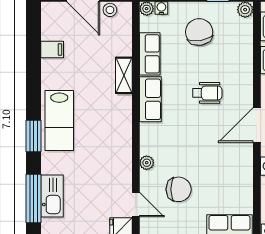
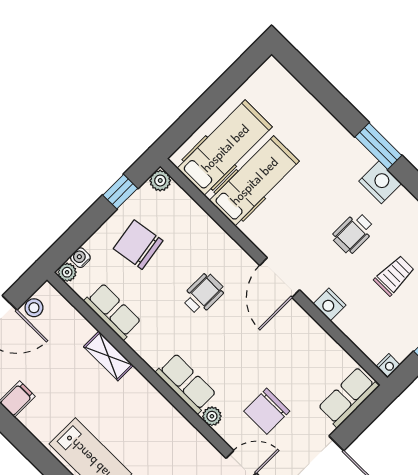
row of seats: (150, 99) -> (186, 384), moved
chair: (179, 189) -> (267, 411), turned 180

